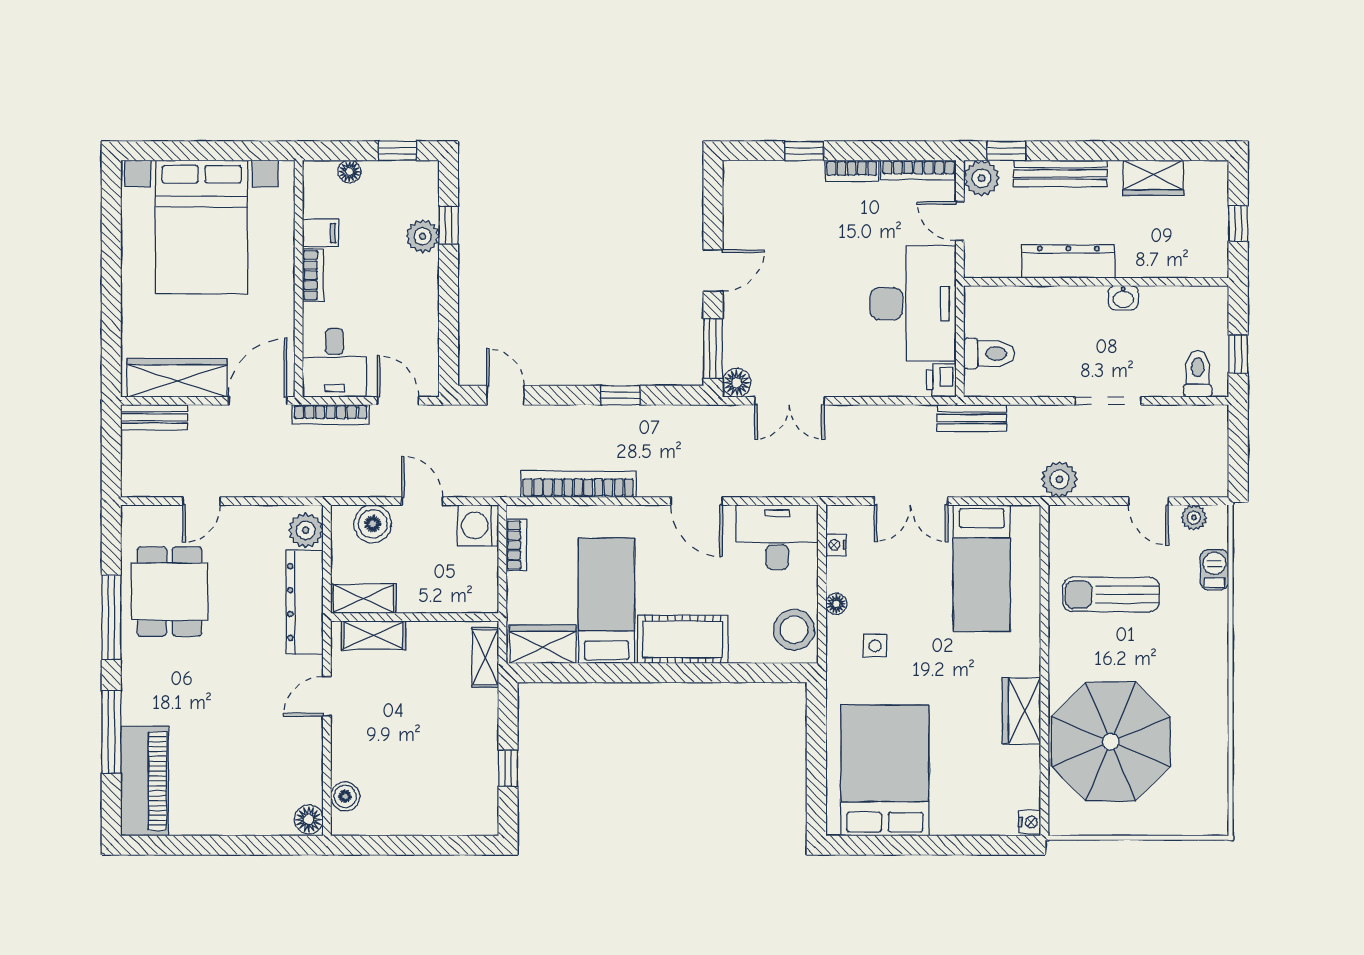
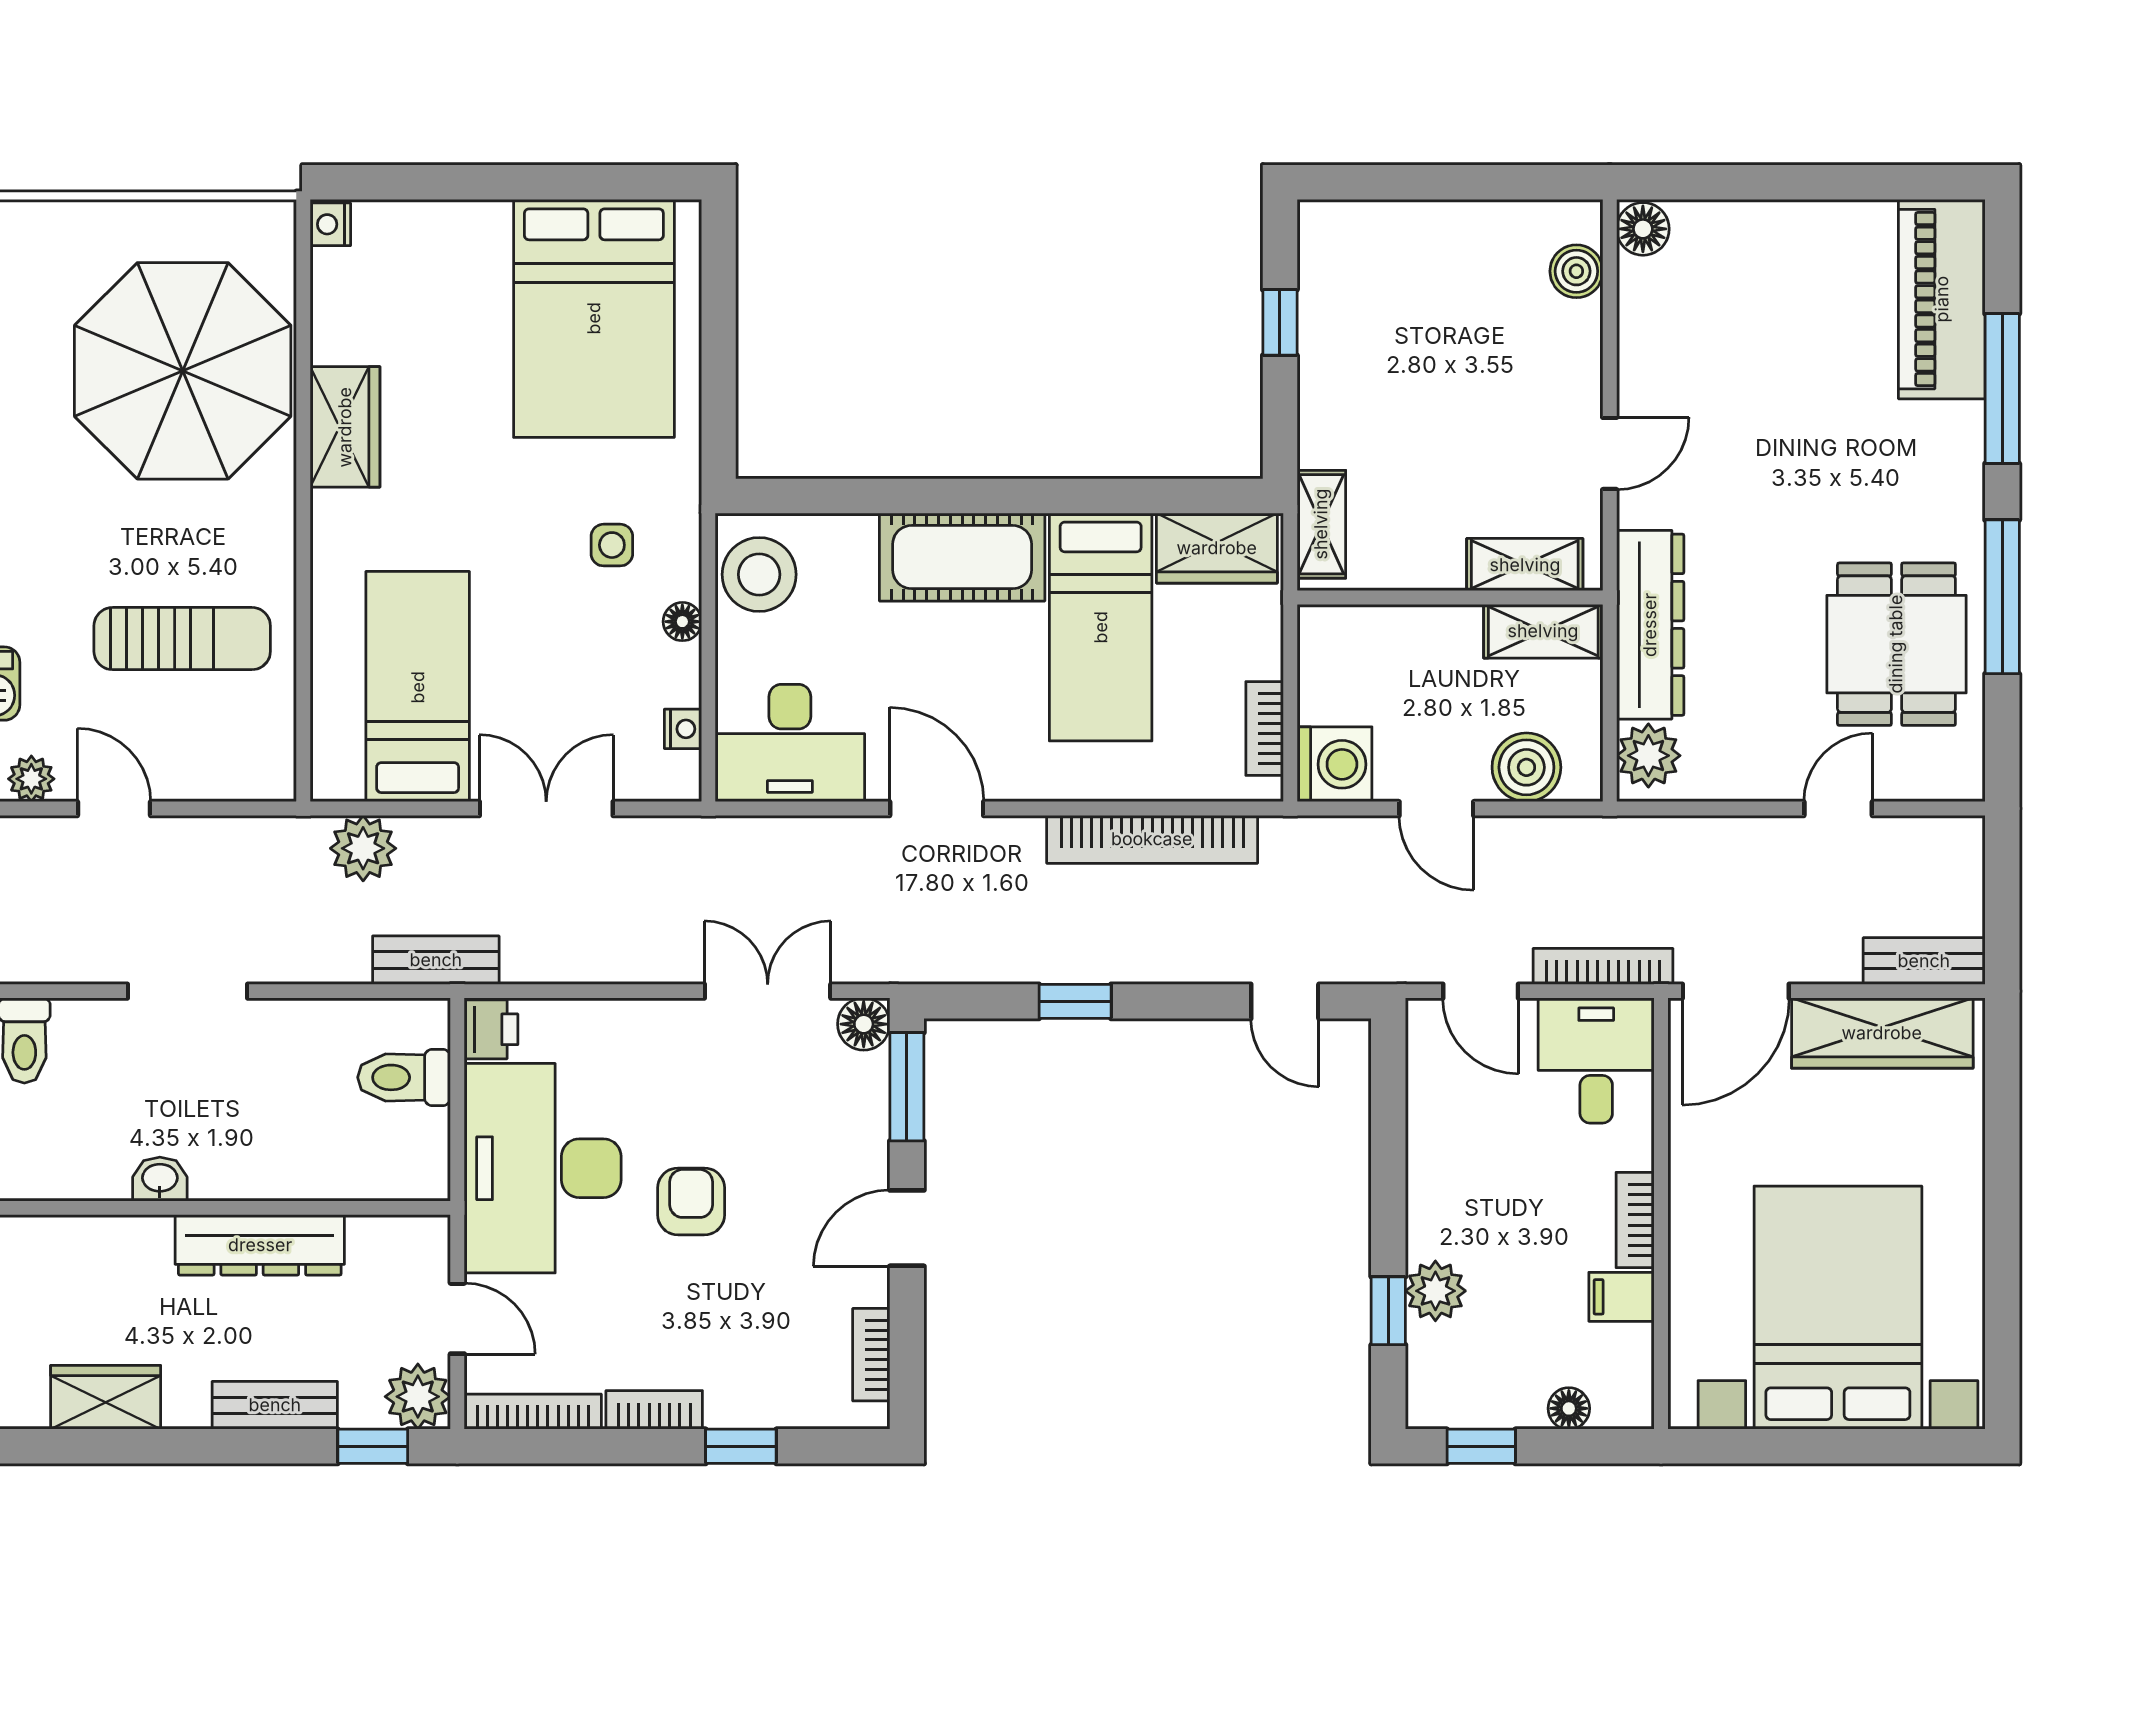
bench: (1060, 173) -> (275, 1405), width x0.73
bookcase: (733, 201) -> (871, 1355), added
armchair: (831, 285) -> (691, 1201), added
plant: (1059, 479) -> (363, 848), moved

